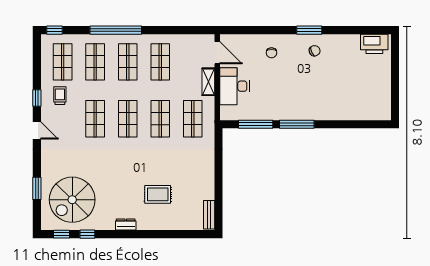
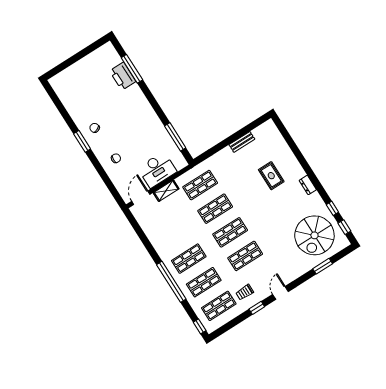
printer: (374, 44) -> (123, 76), moved, turned 180
shop shelf: (160, 62) -> (174, 235), removed
window: (297, 124) -> (132, 69), moved
spiral stairs: (72, 200) -> (314, 235), turned 90
bench: (209, 215) -> (242, 142), moved

